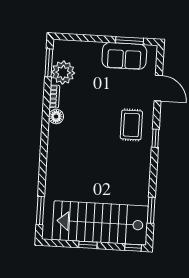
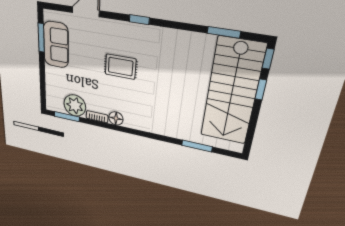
rug: (131, 125) -> (121, 67), moved
window: (40, 211) -> (197, 146), moved
window: (88, 245) -> (261, 90), moved

